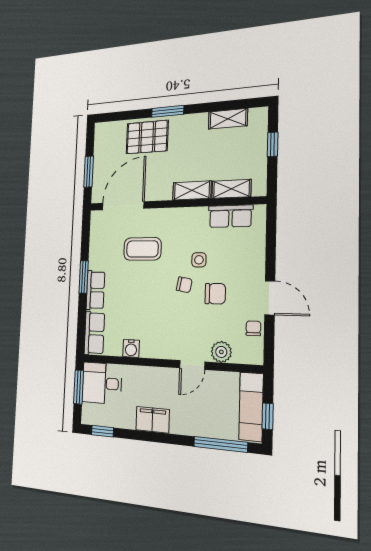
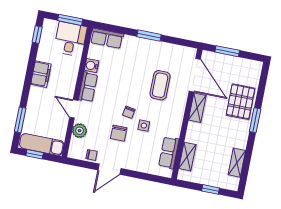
shelving: (192, 191) -> (197, 108), moved
row of seats: (95, 290) -> (88, 87), moved, turned -90
window: (220, 444) -> (20, 120), width x0.69

